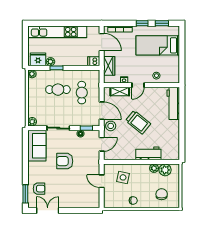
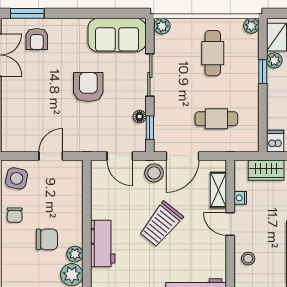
cafe table: (58, 90) -> (213, 53), moved
side table: (123, 177) -> (17, 178), moved
chair: (162, 194) -> (47, 239), moved

